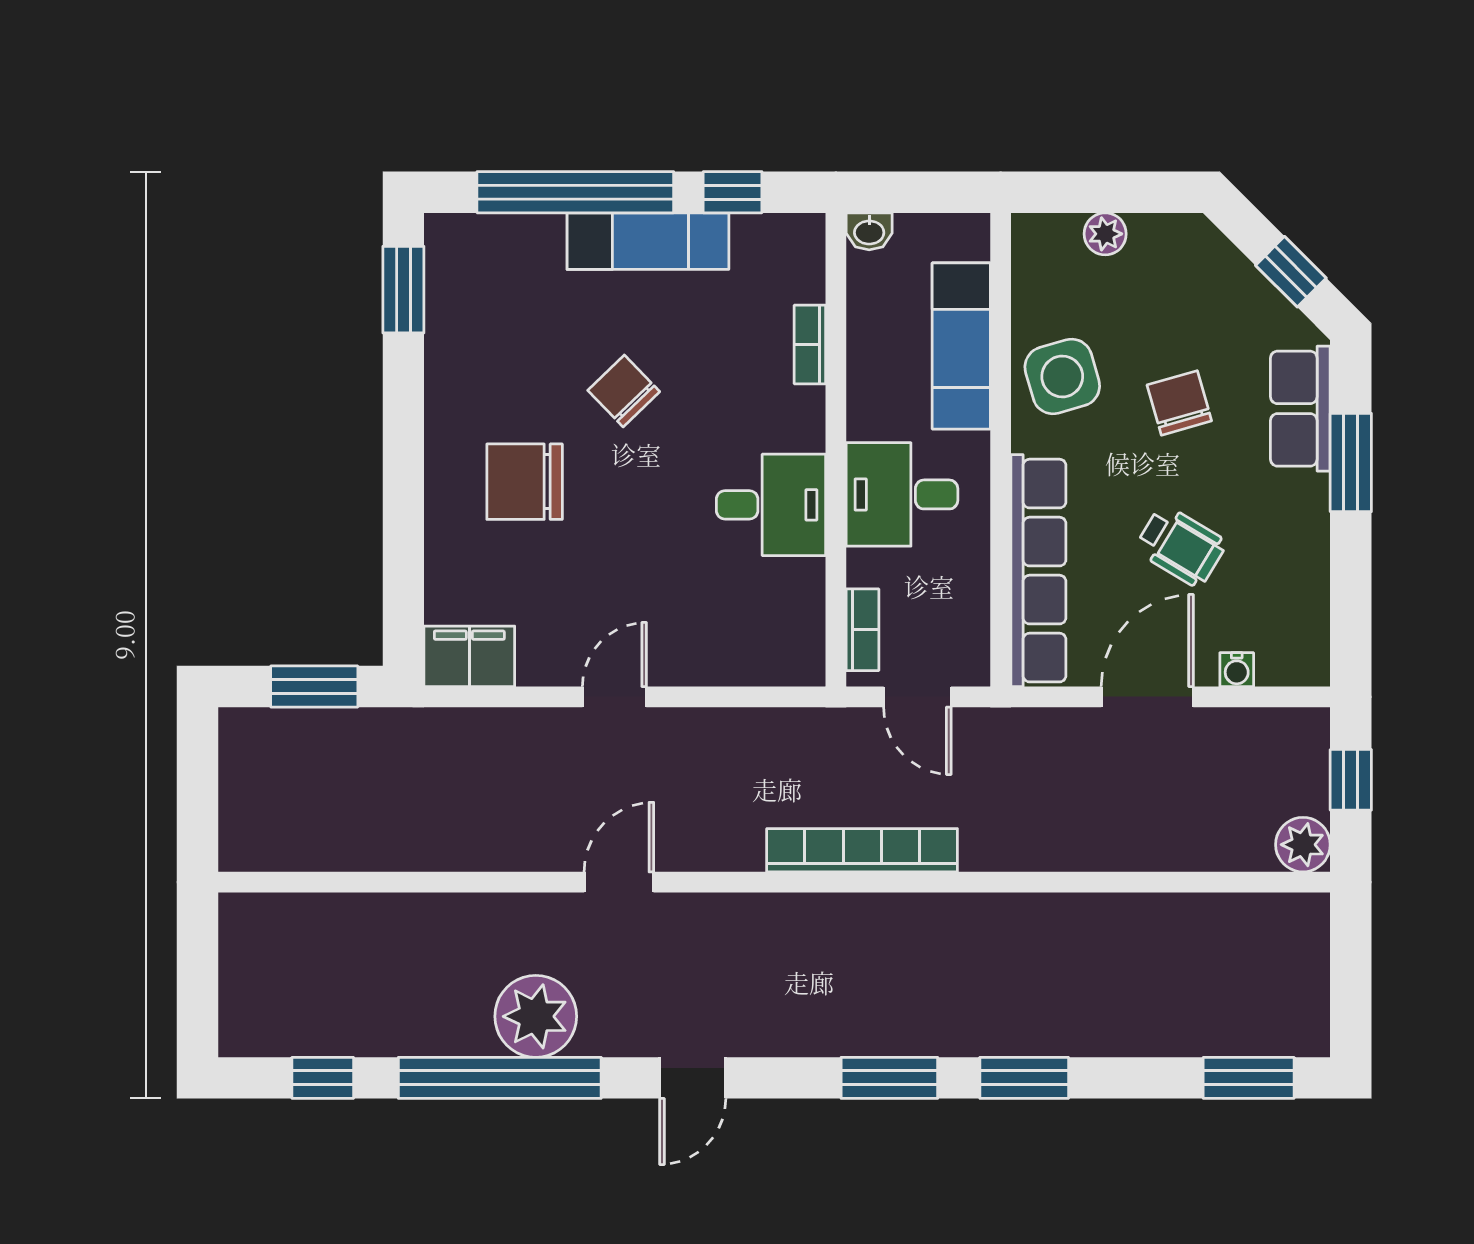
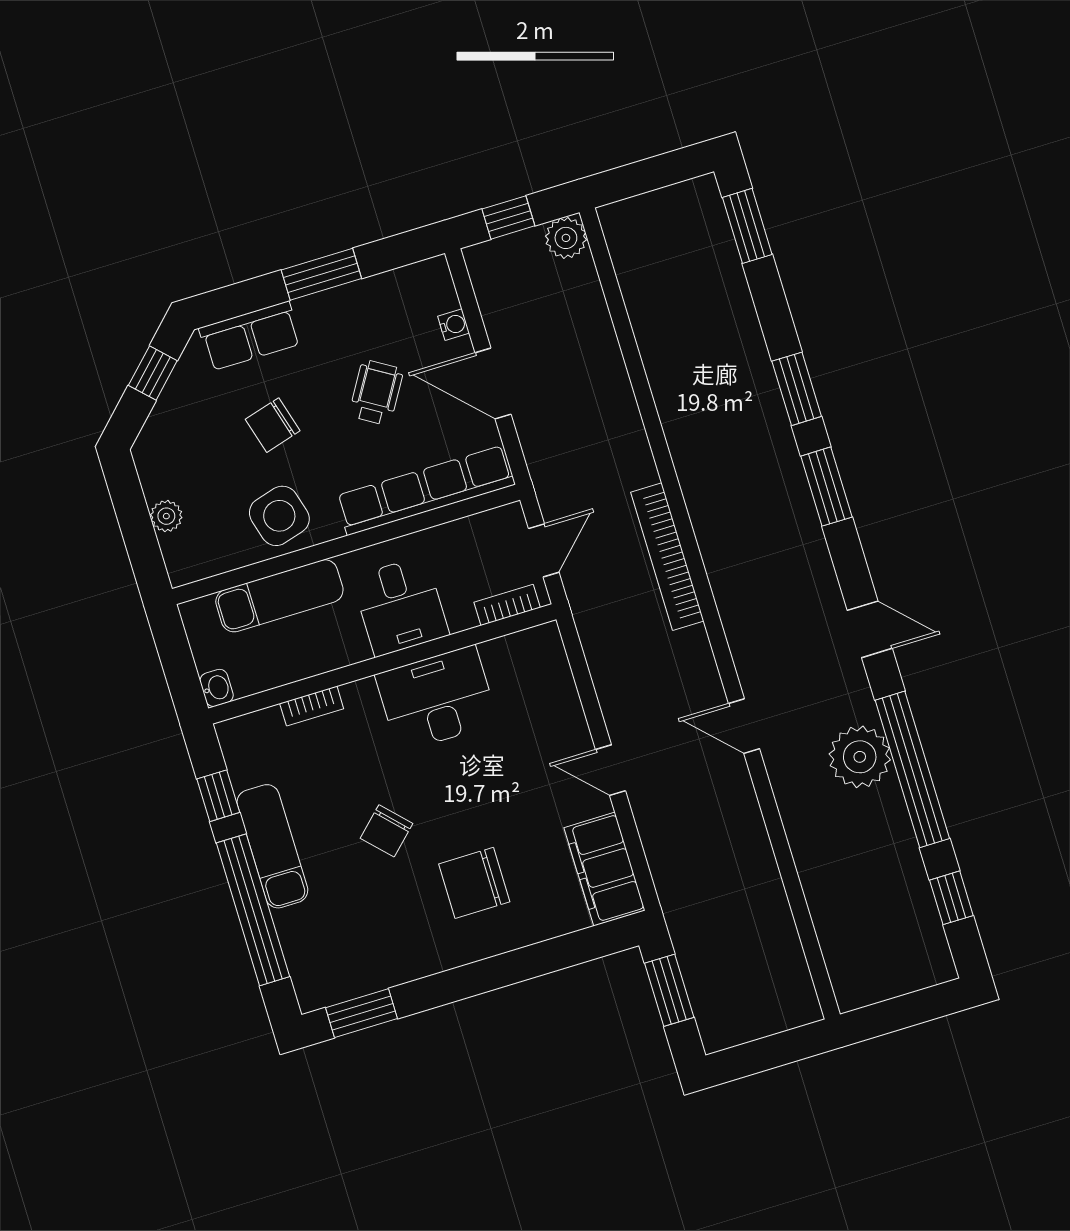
window: (1351, 463) -> (321, 274), moved
chair: (525, 482) -> (474, 883), turned 90
desk: (771, 505) -> (437, 699), width x1.37
filing cabinet: (469, 656) -> (604, 869), width x1.50, depth x1.17

